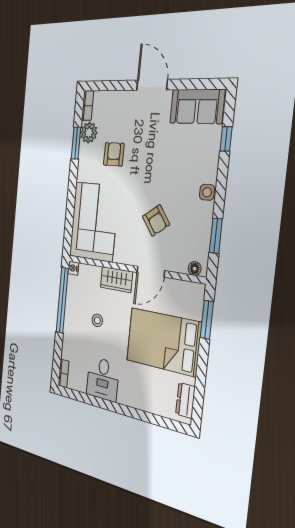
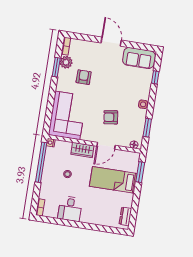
armchair: (156, 220) -> (111, 117), turned 118
bed: (163, 342) -> (113, 180), width x0.67

